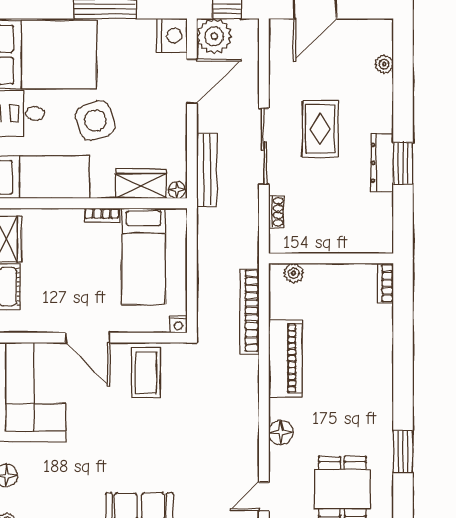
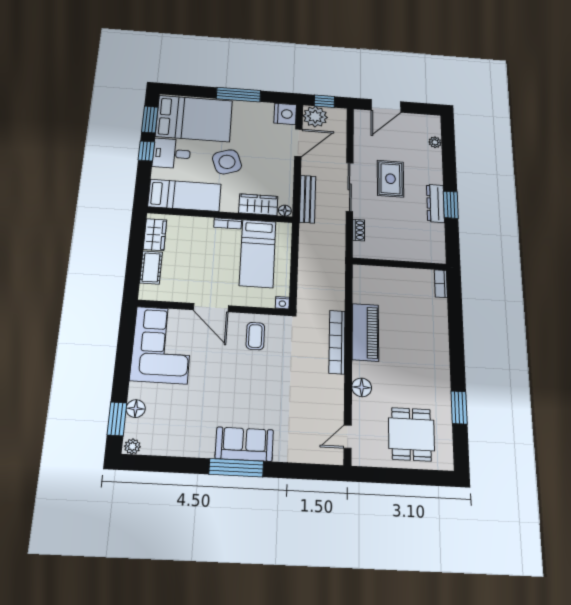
plant: (294, 273) -> (371, 272), removed
bookcase: (249, 311) -> (337, 342), moved
coffee table: (146, 373) -> (255, 336), width x0.73, depth x0.77

